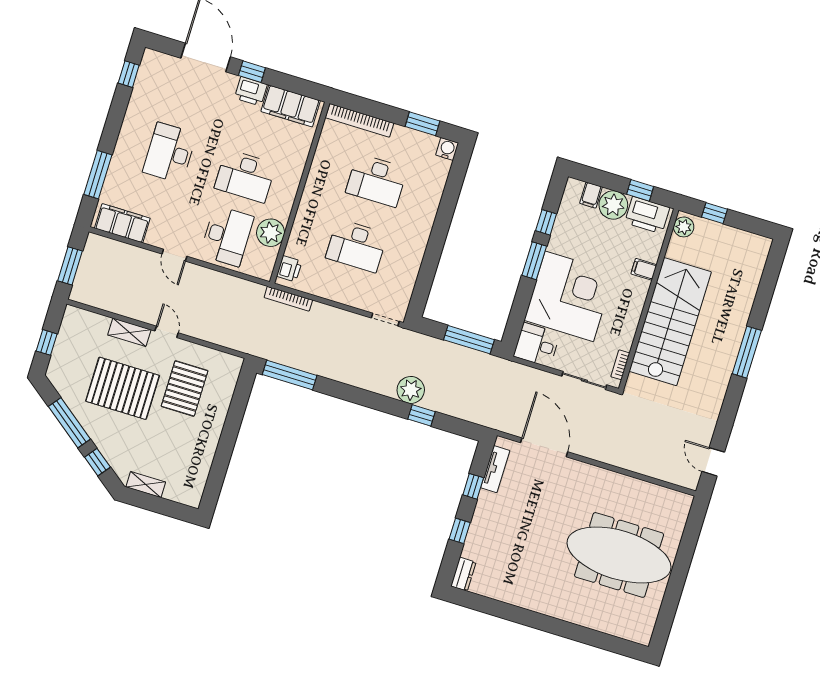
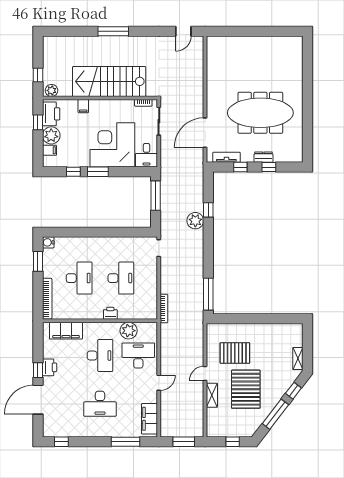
filing cabinet: (291, 106) -> (66, 331), moved, turned 90
printer: (289, 269) -> (110, 313), moved
meeting table: (619, 555) -> (260, 113), moved, turned 90
dresser: (463, 574) -> (263, 157), moved

